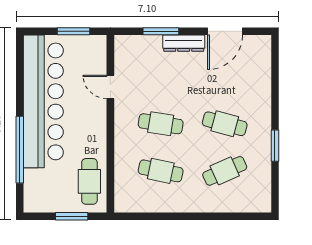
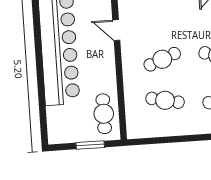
cafe table: (161, 124) -> (162, 59), turned -30
window: (20, 150) -> (41, 90), removed

